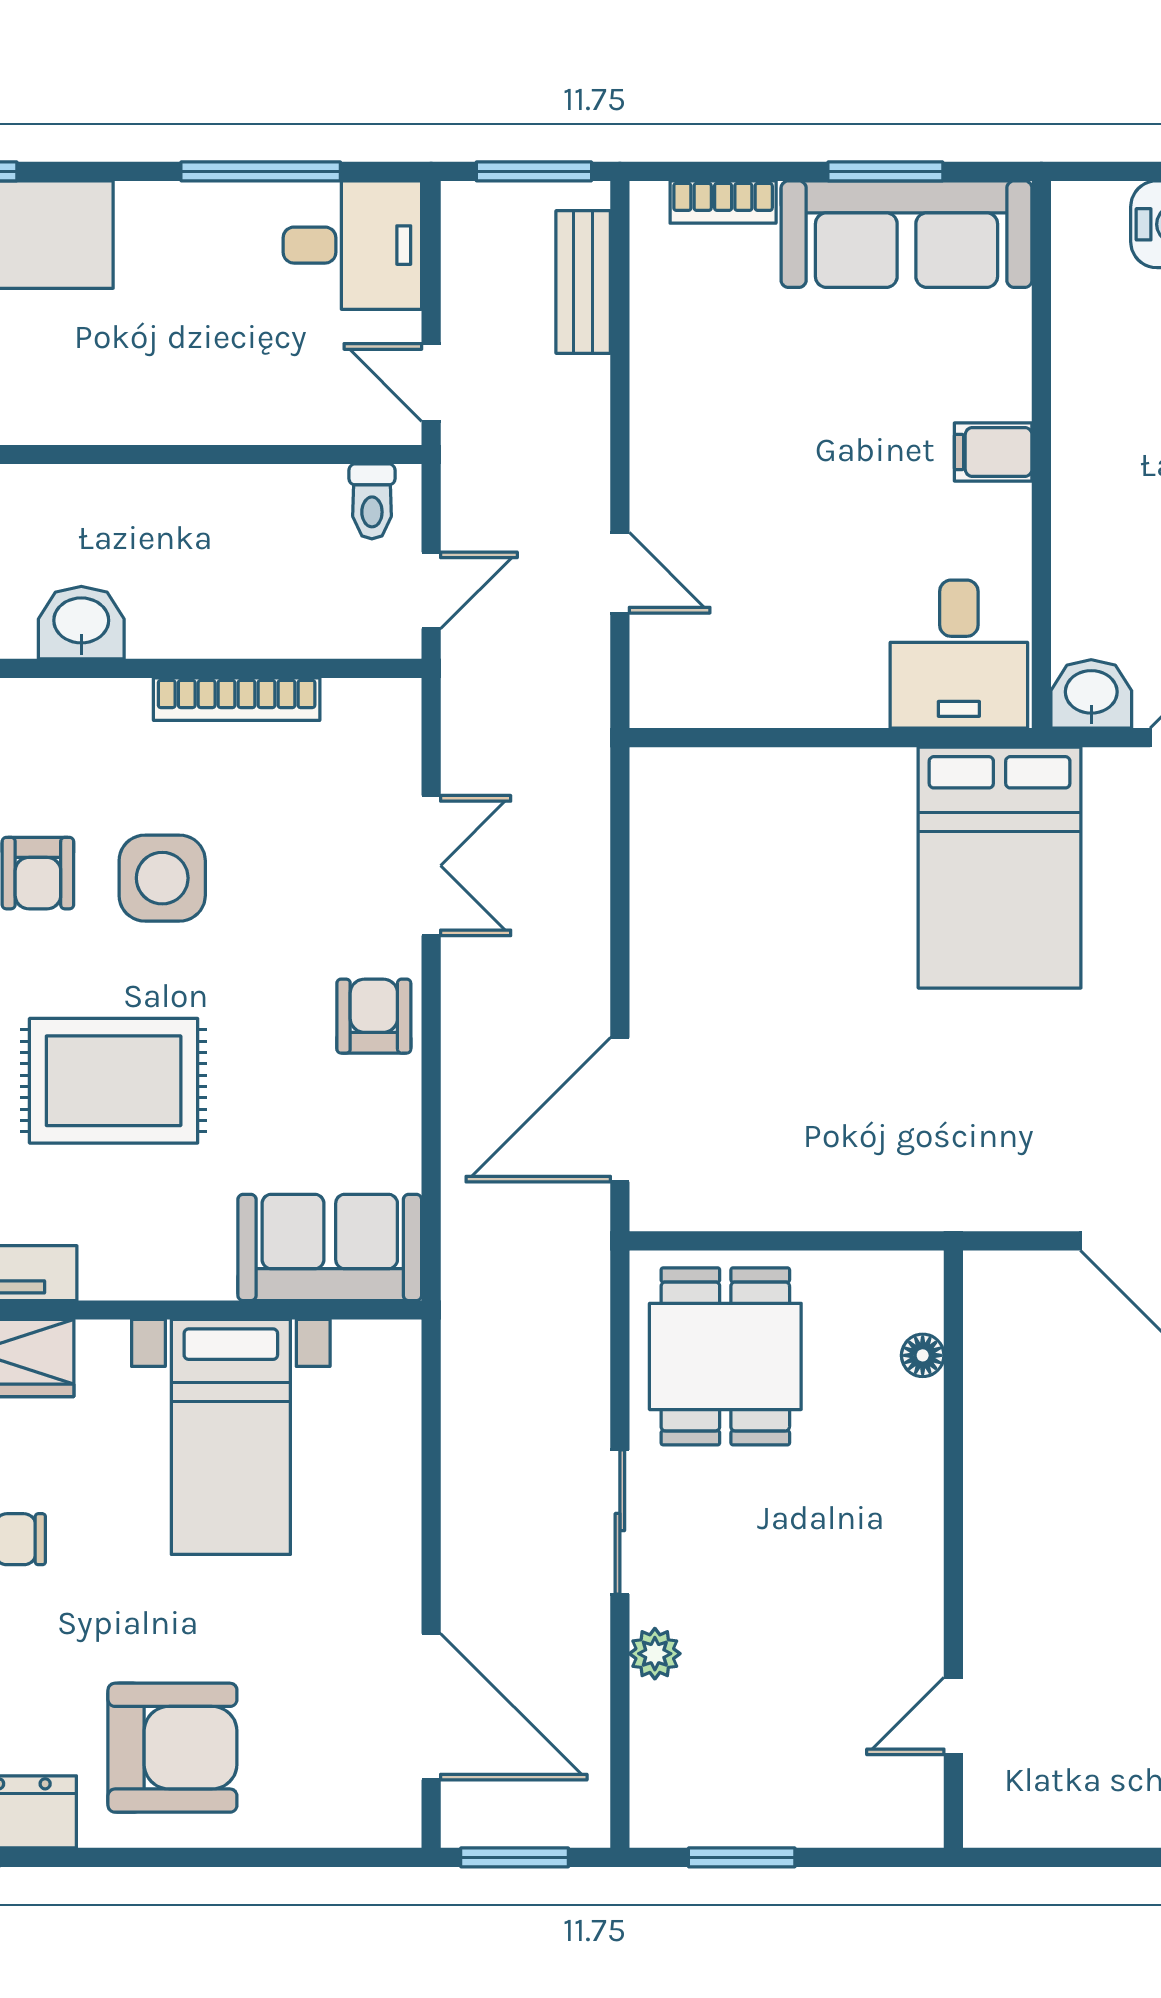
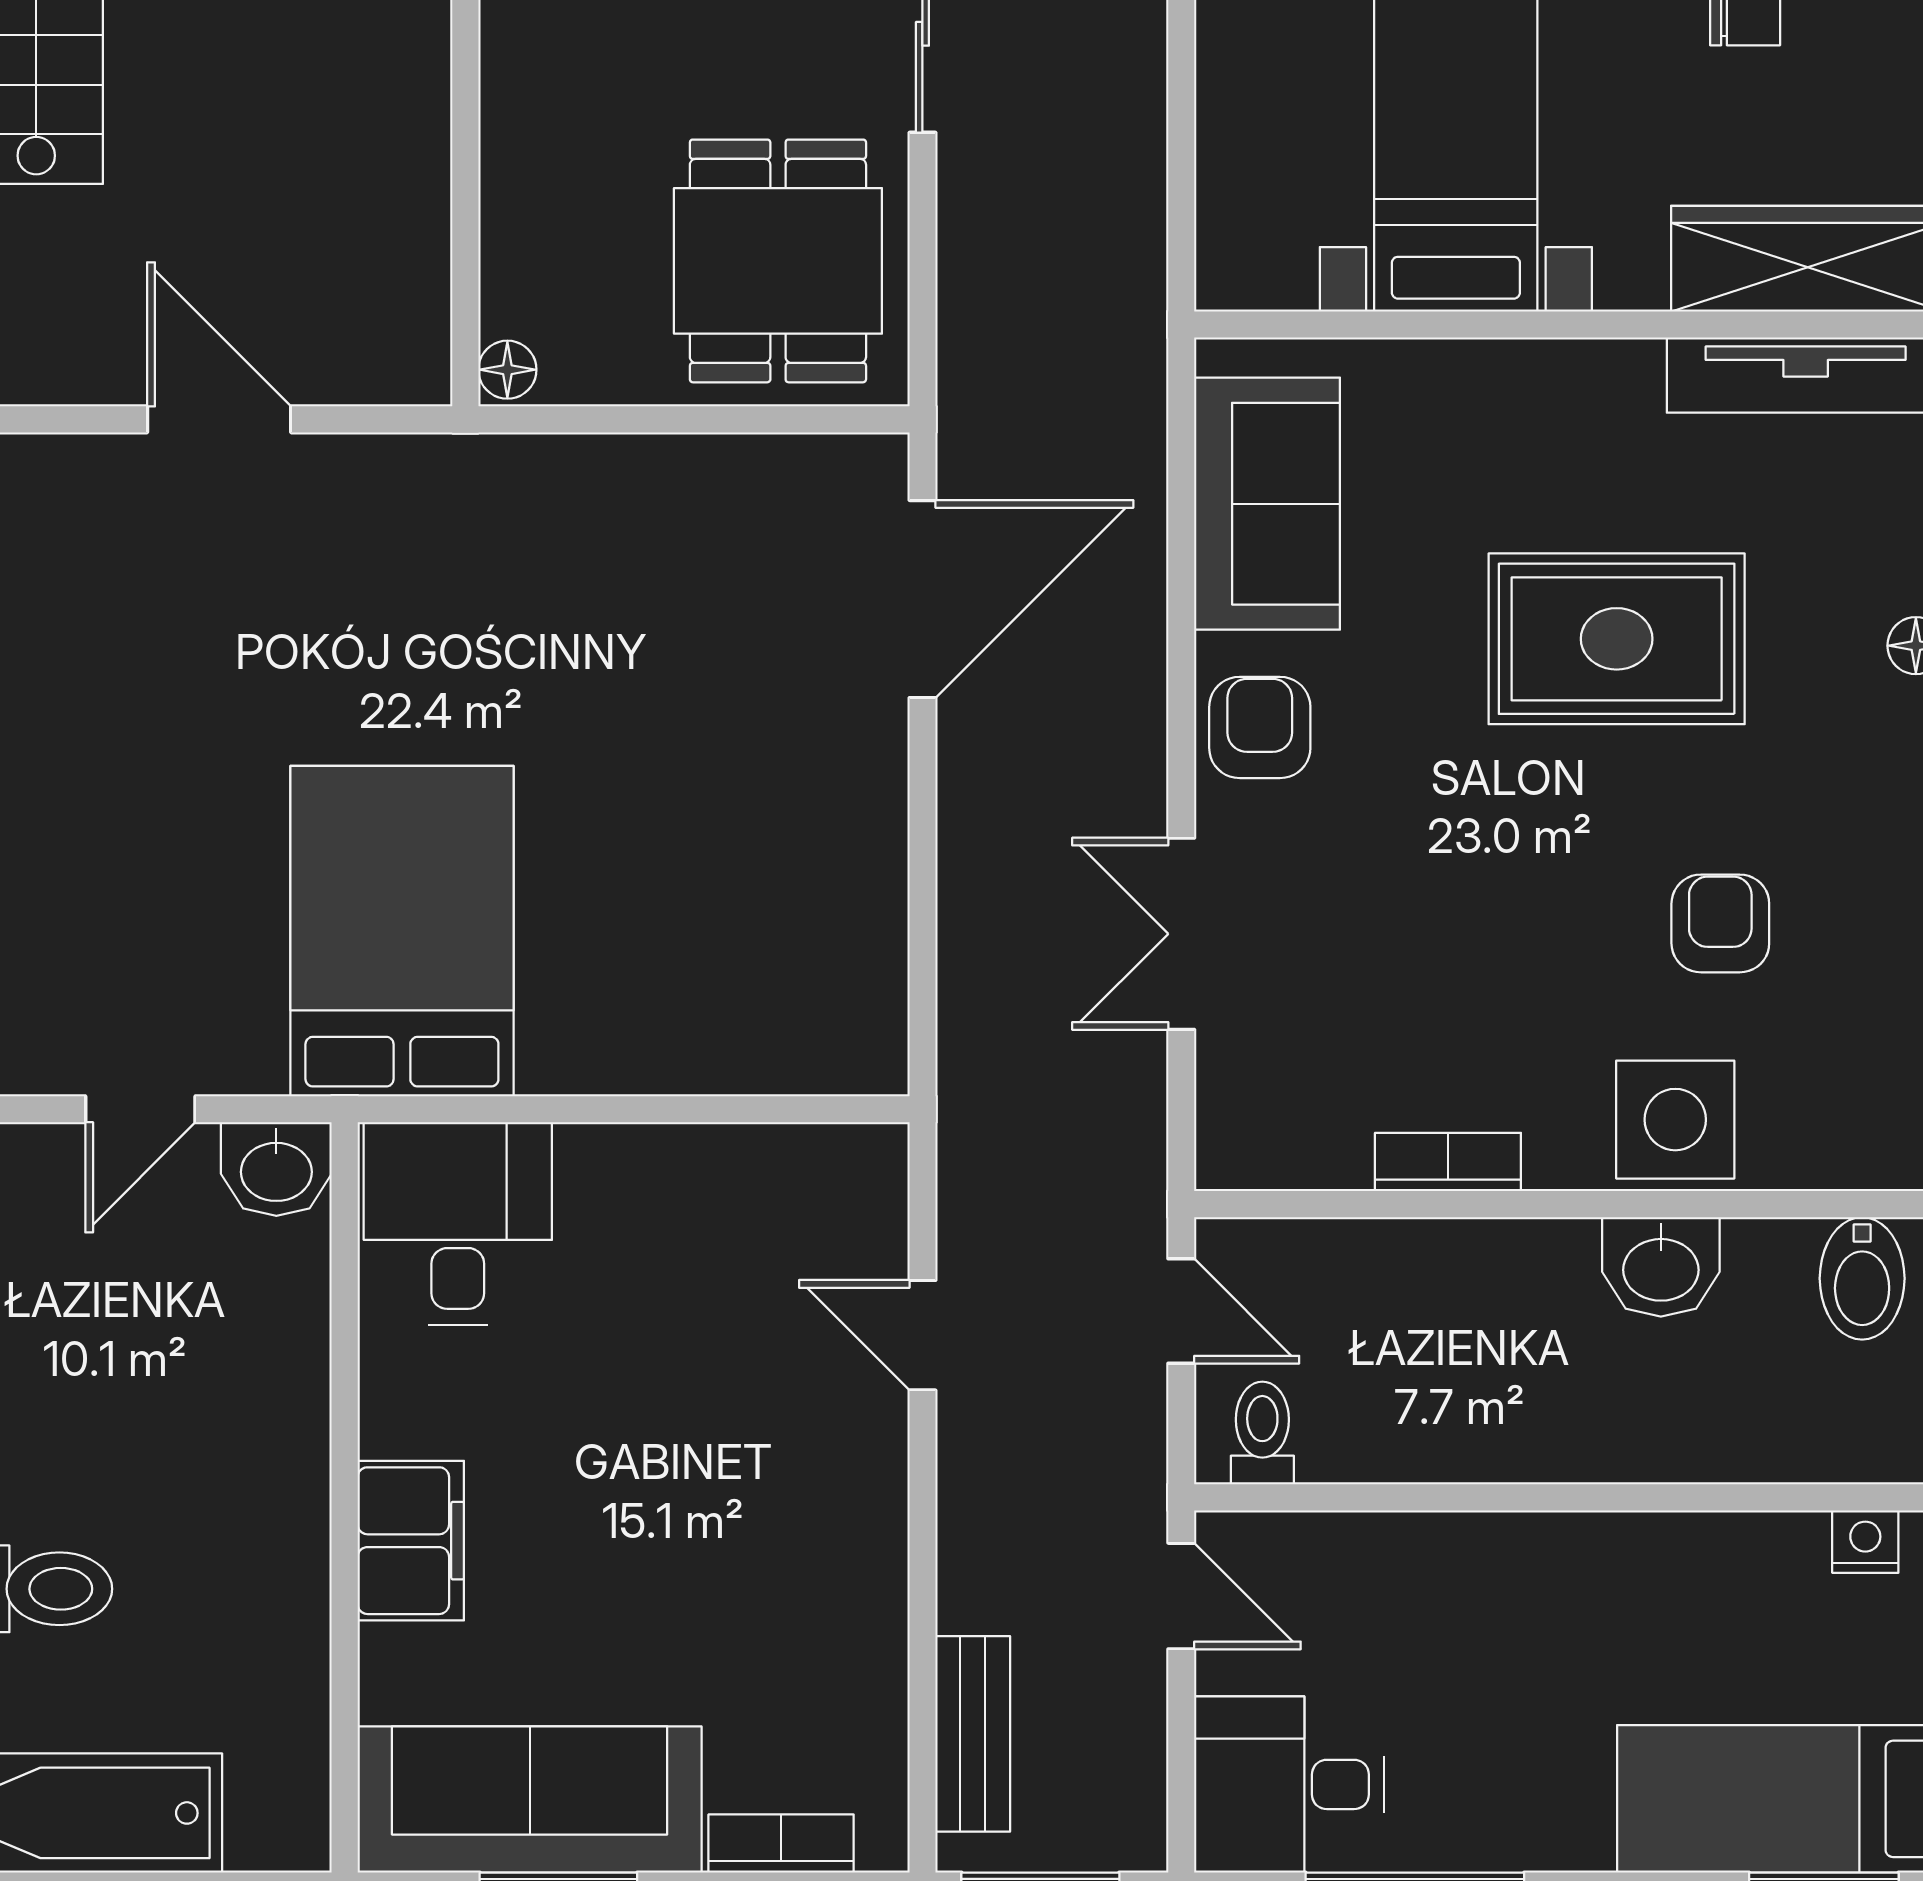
filing cabinet: (993, 452) -> (411, 1541), width x2.00
door: (431, 590) -> (1181, 1311), swing flipped
bookcase: (237, 699) -> (1448, 1162), width x0.64
side table: (162, 878) -> (1675, 1120), moved
armchair: (374, 1016) -> (1260, 727), turned 180
sofa: (330, 1247) -> (1267, 504), moved, turned -90
floor lamp: (923, 1355) -> (507, 370), moved

